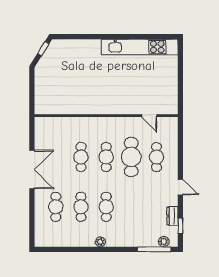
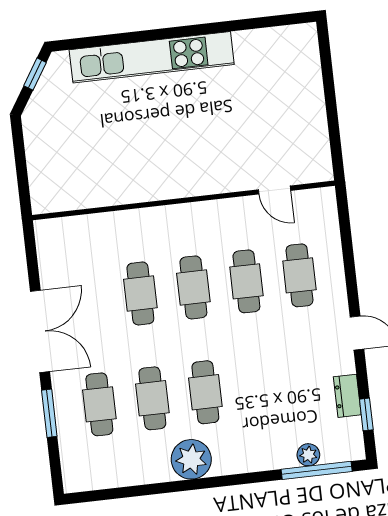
kitchen unit: (140, 47) -> (152, 57), moved
cafe table: (131, 157) -> (246, 281), width x0.73, depth x0.74
window: (32, 208) -> (49, 413), added
plant: (100, 242) -> (191, 459), width x1.88, depth x1.88
plant: (164, 242) -> (308, 455), moved

